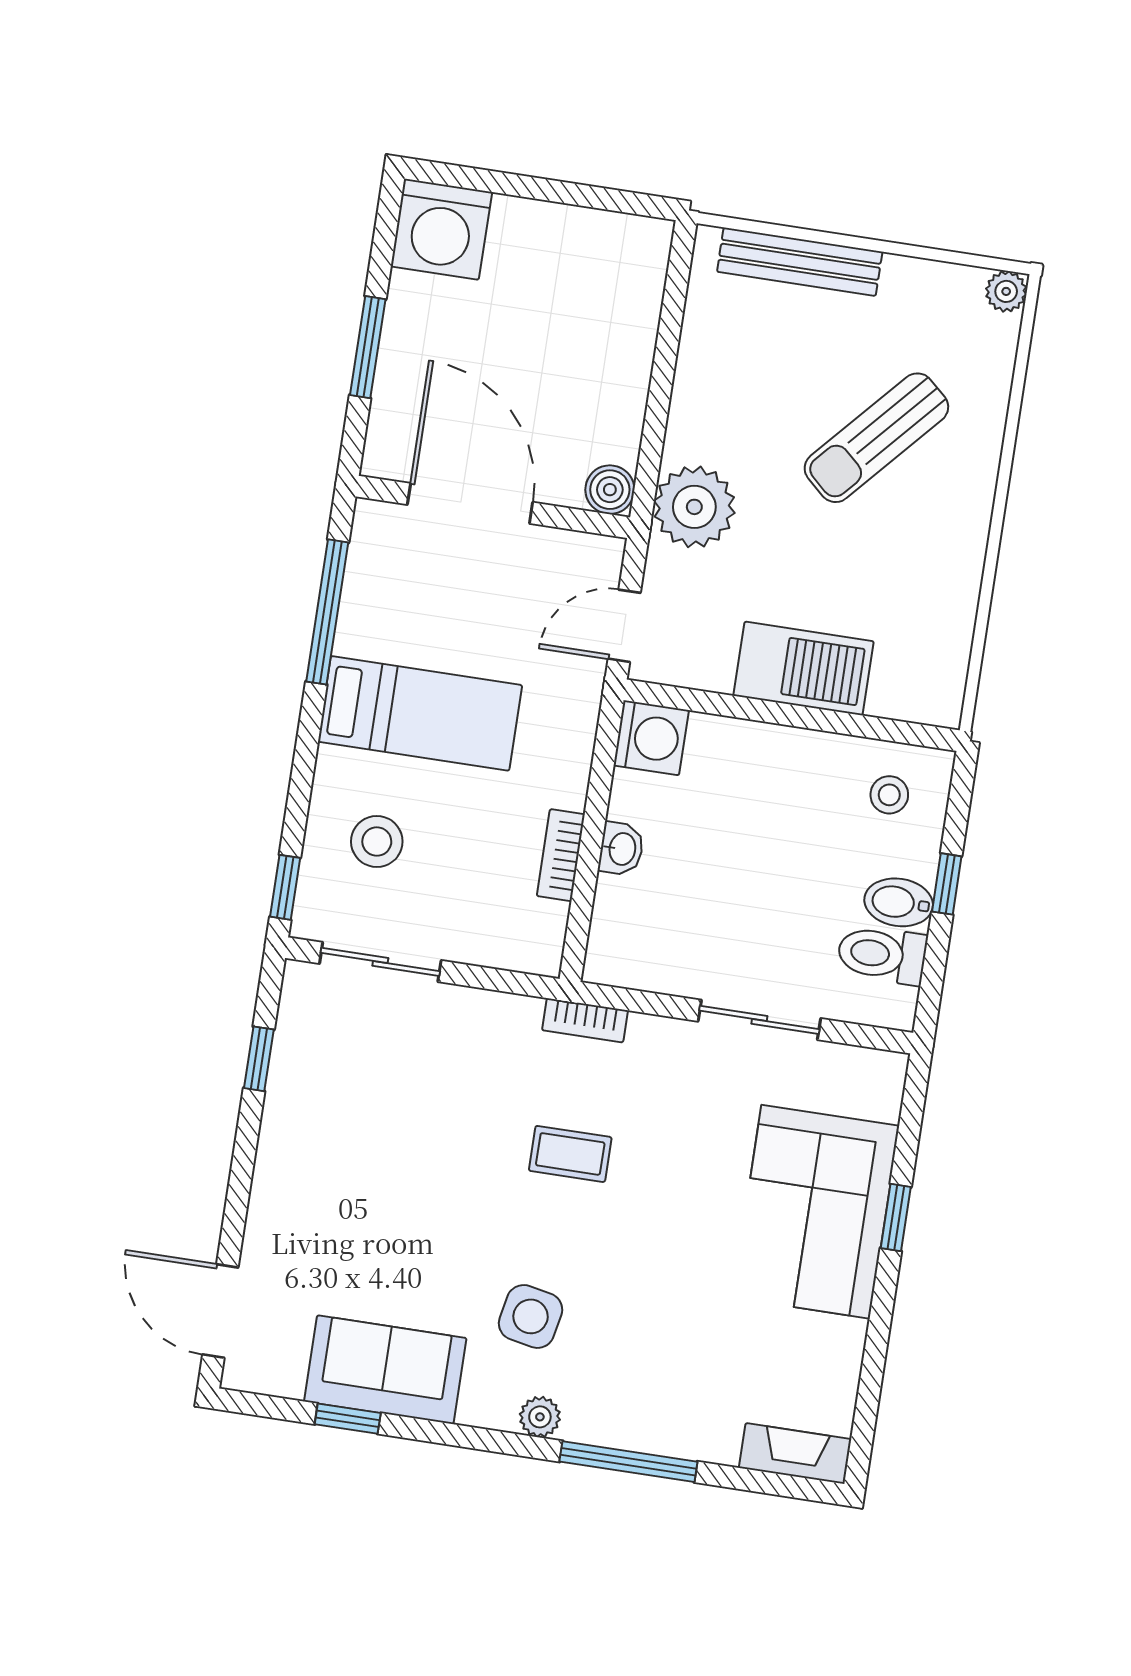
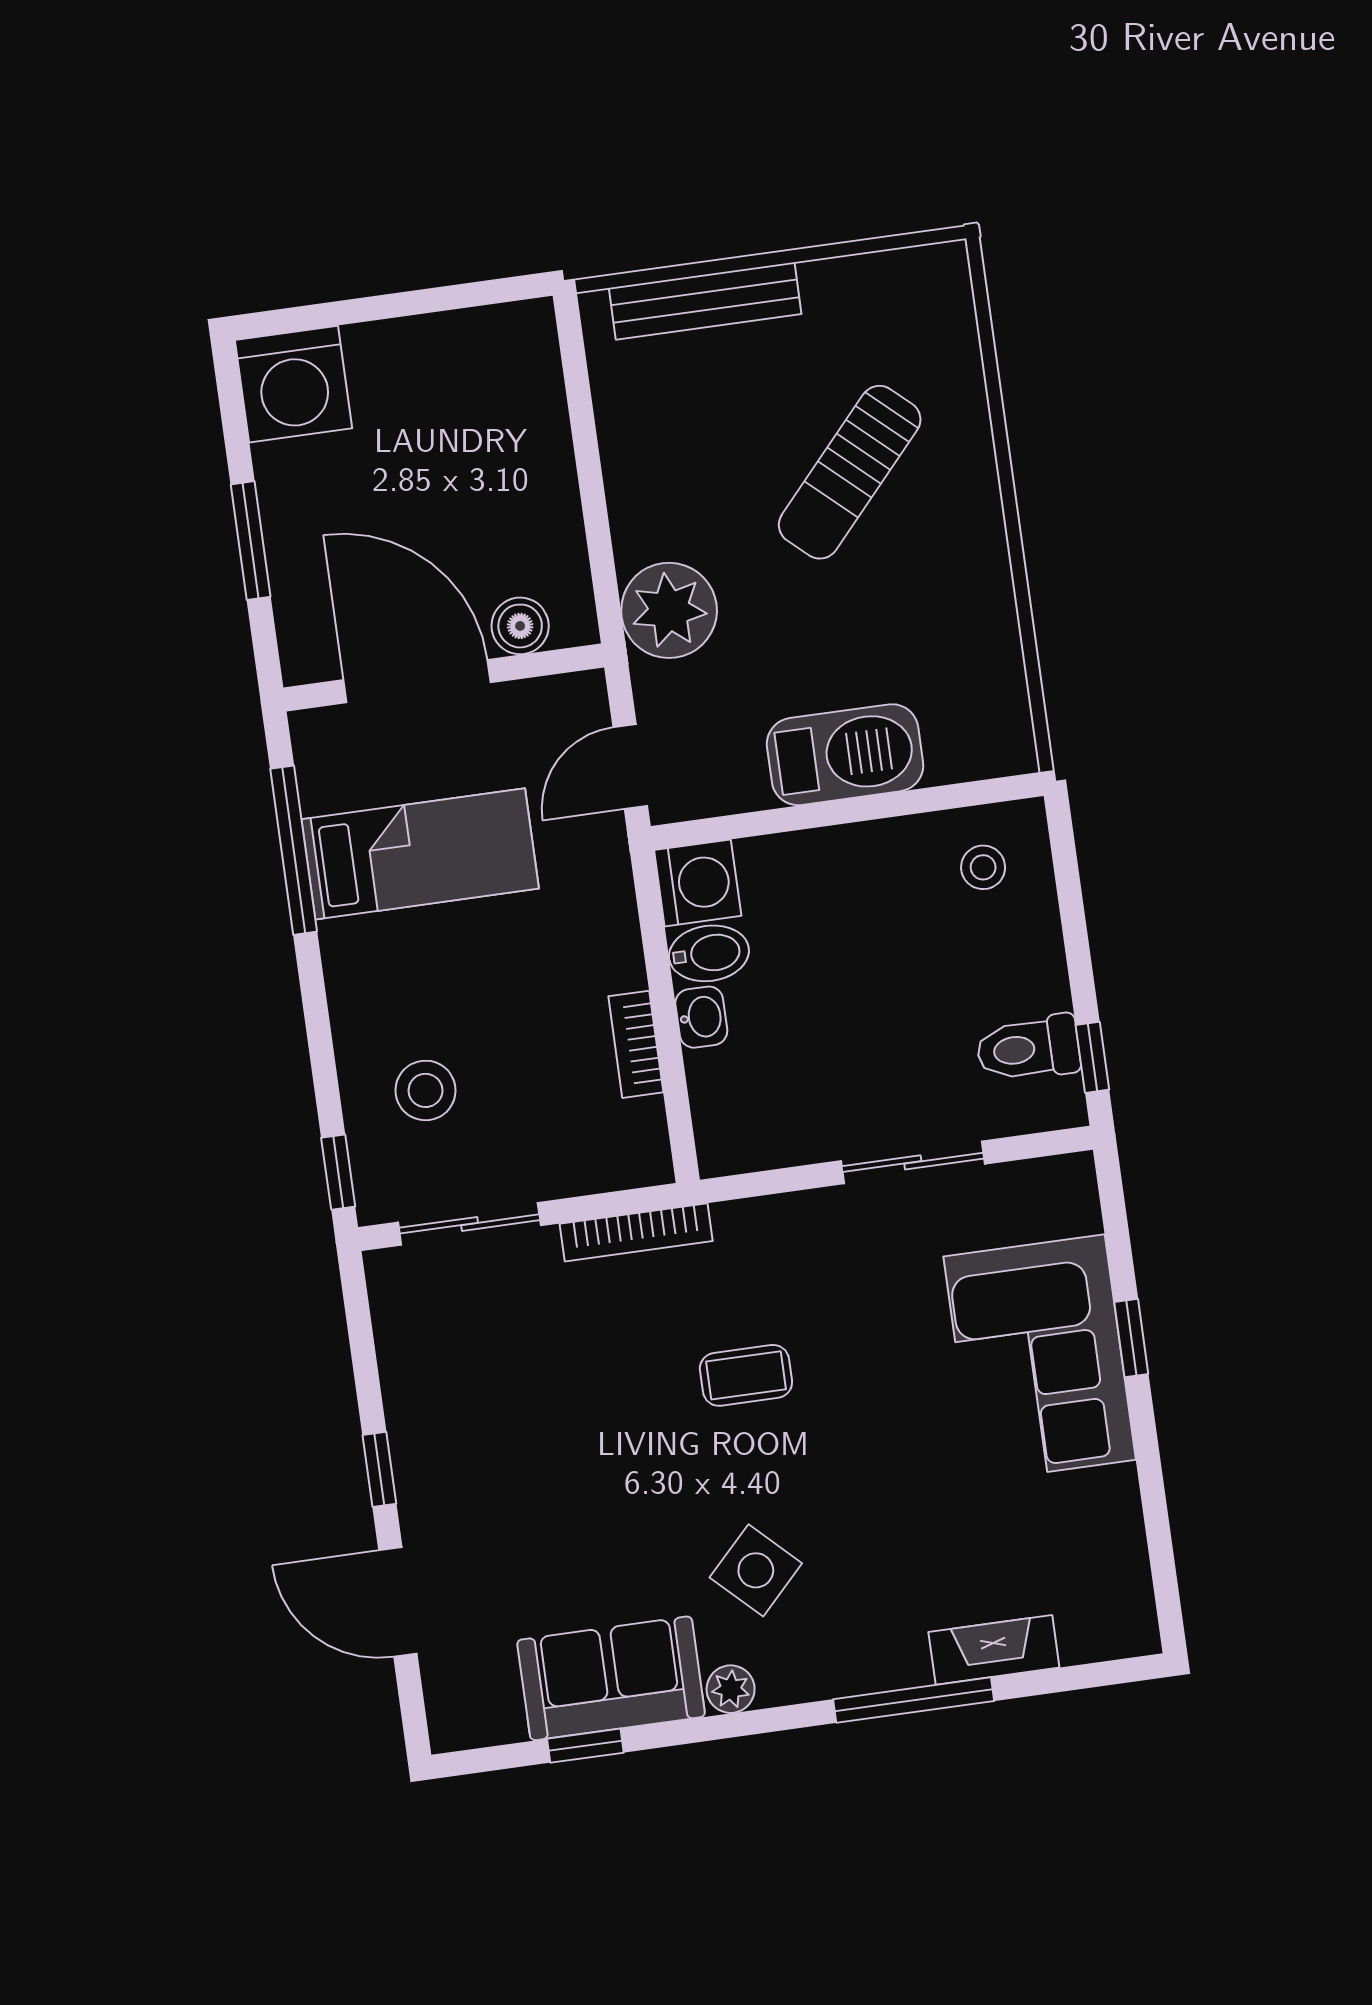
plant: (1006, 291) -> (946, 265), removed
boiler: (610, 490) -> (520, 626), moved
bed: (420, 713) -> (420, 854), moved
window: (947, 884) -> (1092, 1057), moved
bidet: (899, 902) -> (709, 953), moved, turned 180
bookcase: (585, 1020) -> (636, 1232), moved, width x1.56
window: (259, 1059) -> (379, 1469), moved
door: (220, 1311) -> (398, 1602), moved
side table: (531, 1316) -> (756, 1570), turned 33
plant: (540, 1417) -> (731, 1689), moved
fireplace: (795, 1454) -> (994, 1650), moved

